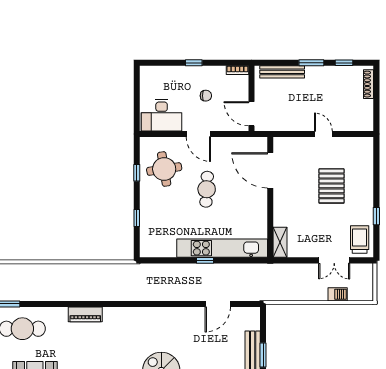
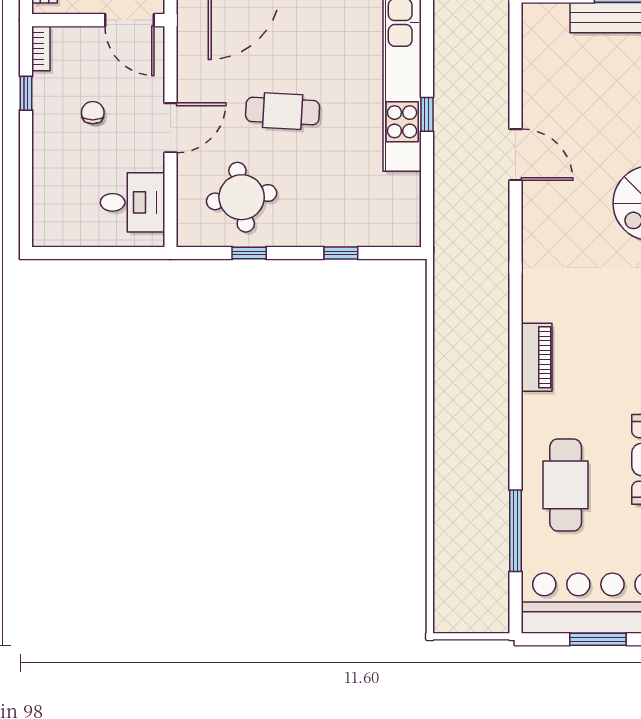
window: (194, 63) -> (26, 93), moved
door: (251, 114) -> (130, 20), hinge flipped
desk: (162, 115) -> (132, 202), width x0.73
door: (218, 304) -> (515, 155), moved

